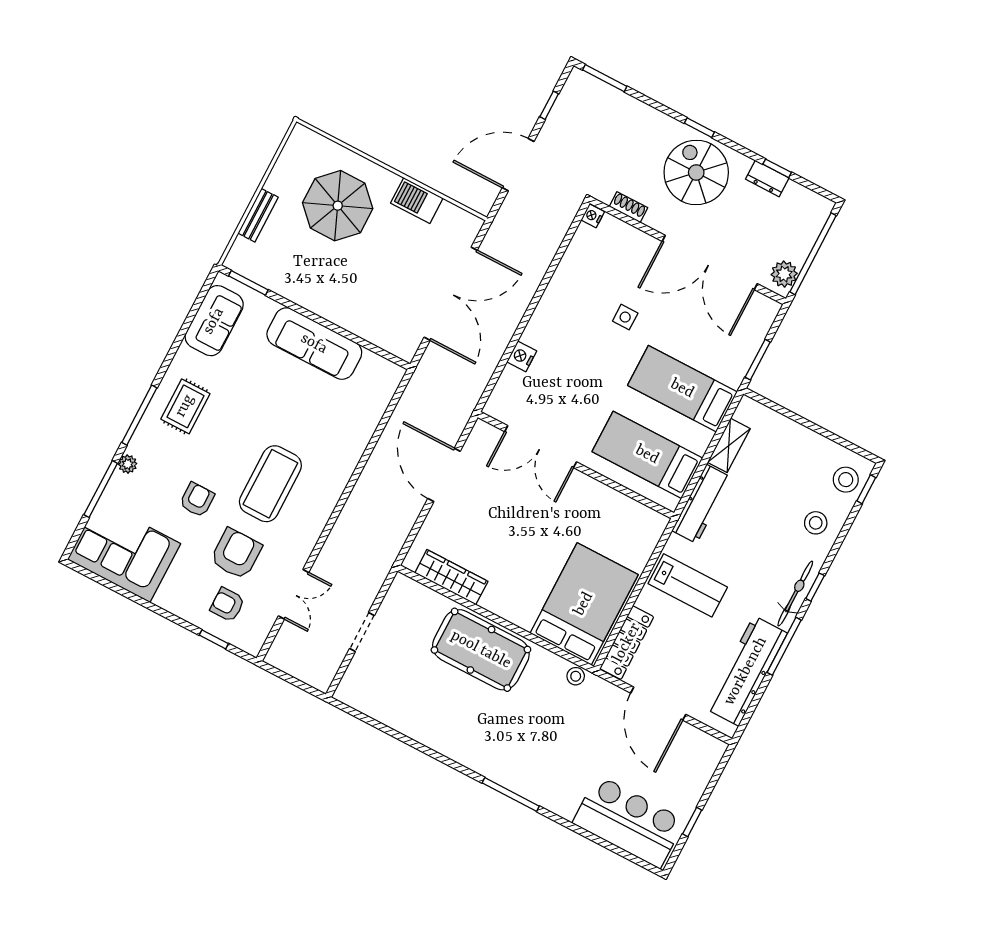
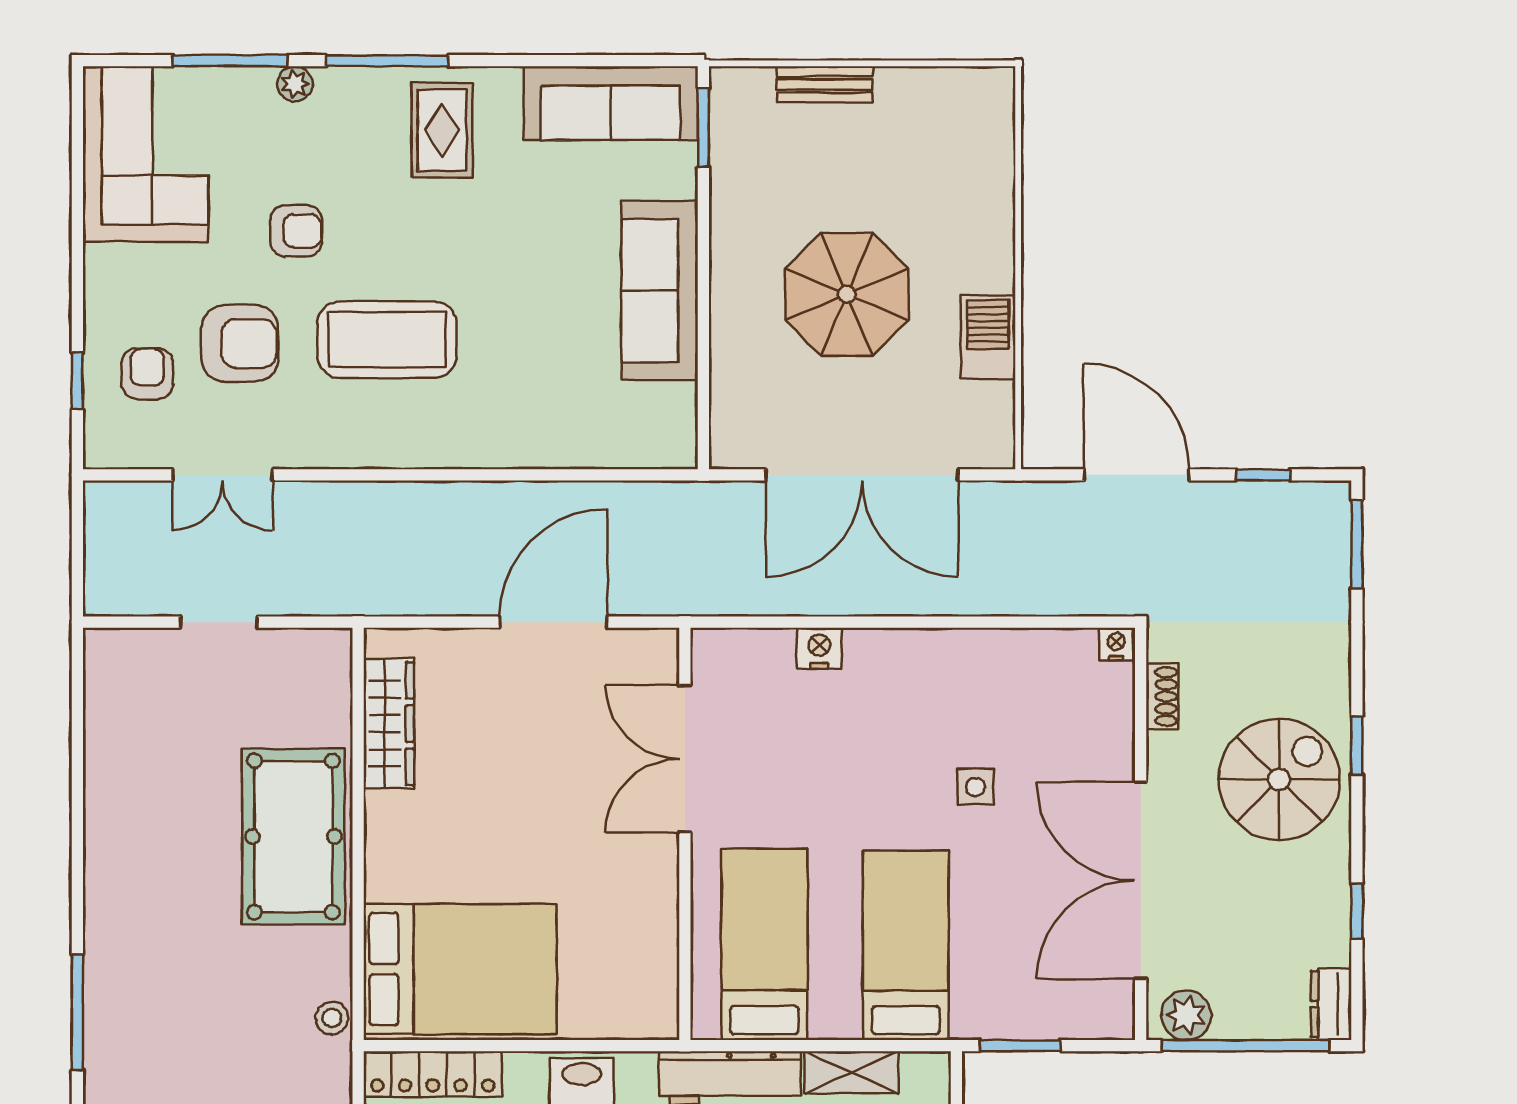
dresser: (767, 179) -> (1331, 1004), moved
parasol: (338, 206) -> (847, 294), moved
sofa: (214, 321) -> (610, 103), width x1.36
rug: (185, 406) -> (442, 130), turned 90

